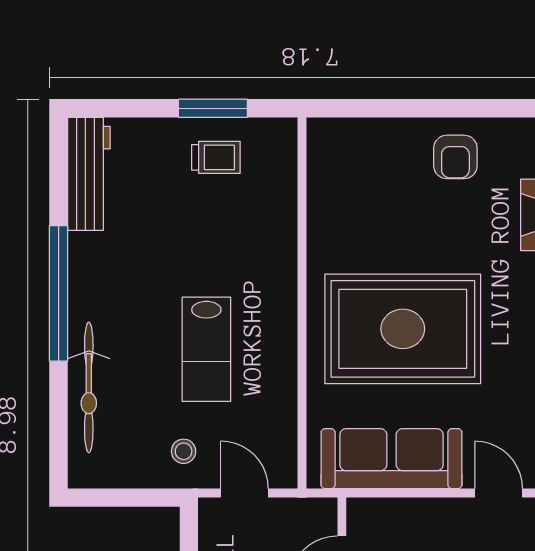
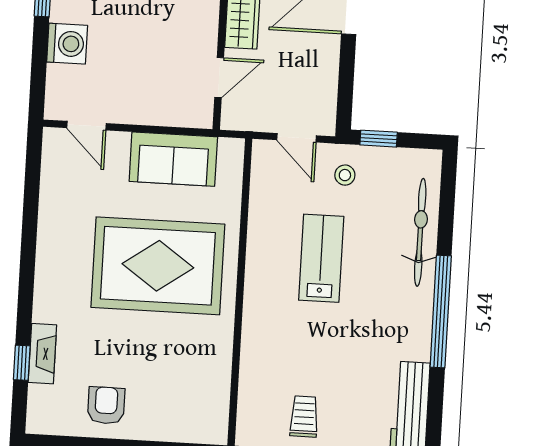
trolley: (216, 157) -> (304, 417), turned 90
sofa: (391, 459) -> (173, 159), width x0.73
window: (146, 498) -> (379, 139), added

